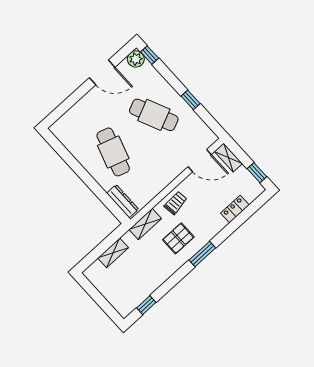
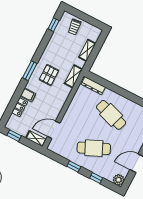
window: (150, 55) -> (96, 178), moved
trolley: (176, 203) -> (74, 27), moved
filing cabinet: (217, 222) -> (28, 95), added

